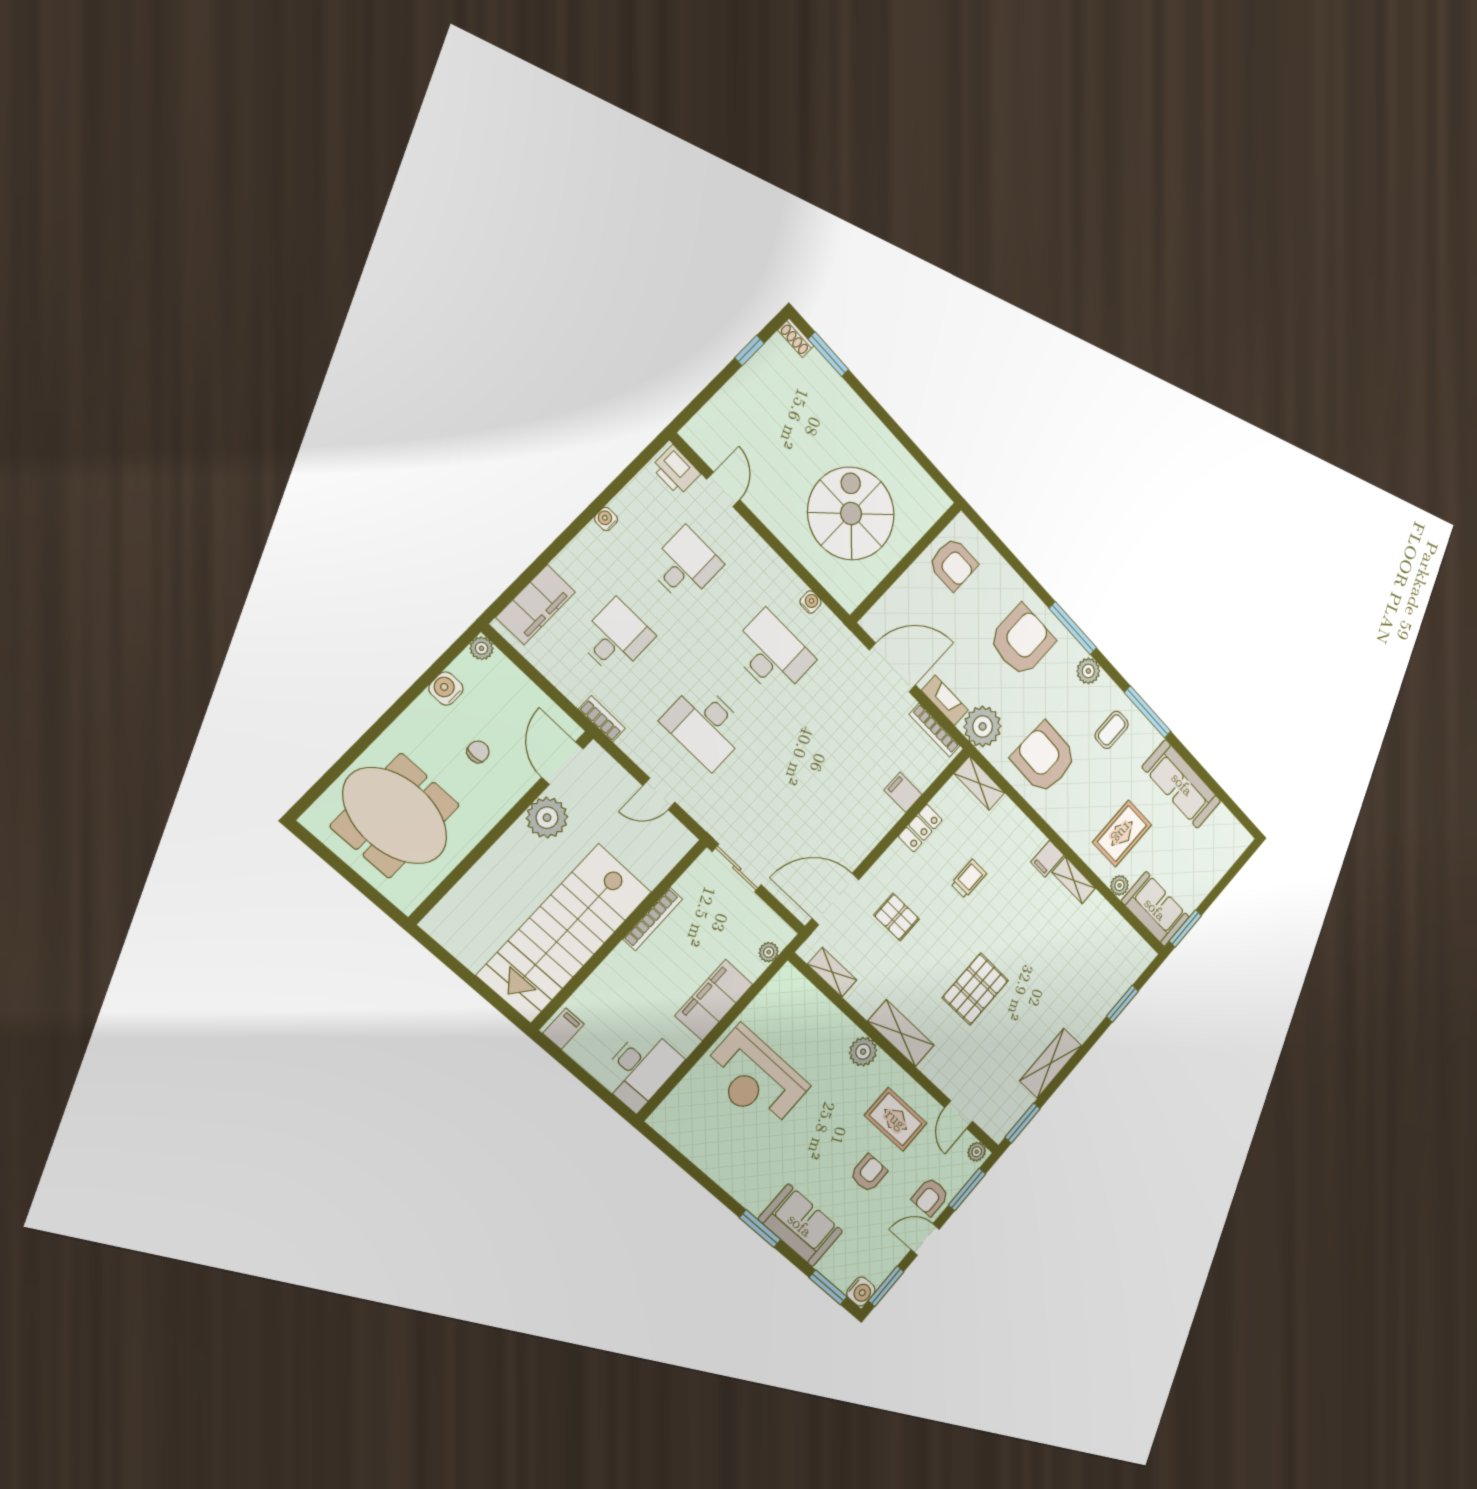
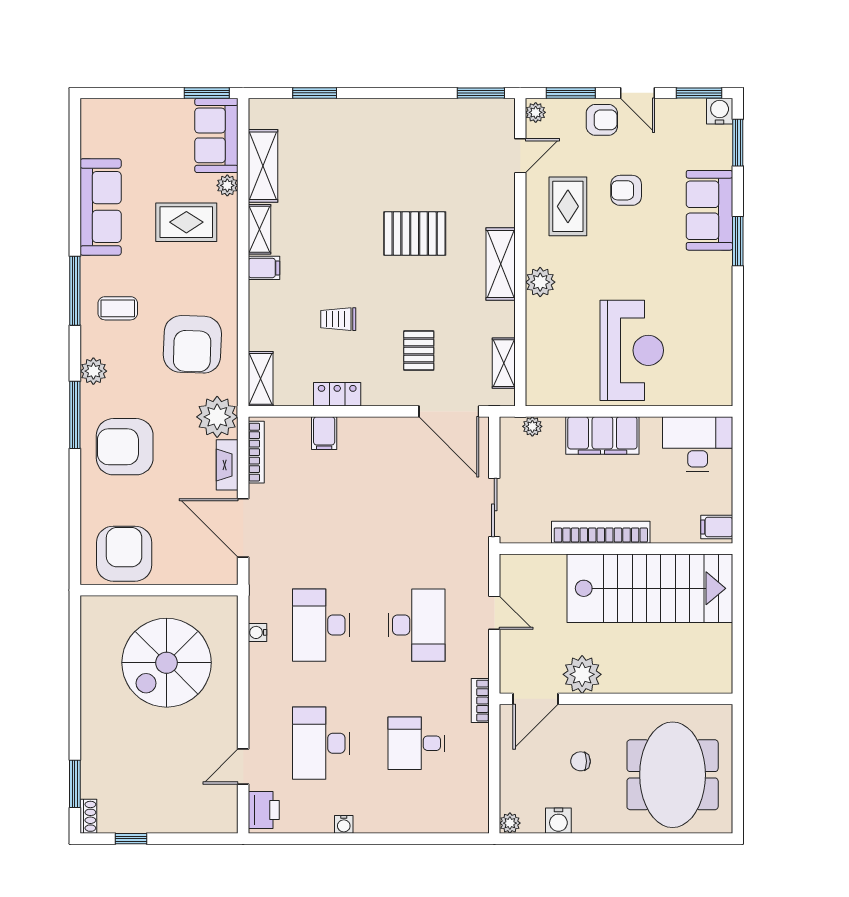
armchair: (953, 564) -> (124, 554), width x1.36, depth x1.36
desk: (685, 565) -> (321, 743), width x1.37
filing cabinet: (536, 605) -> (447, 816), removed
bookcase: (653, 919) -> (601, 532), width x1.48, depth x1.31
shelving: (1051, 1063) -> (263, 166), moved, turned 90

